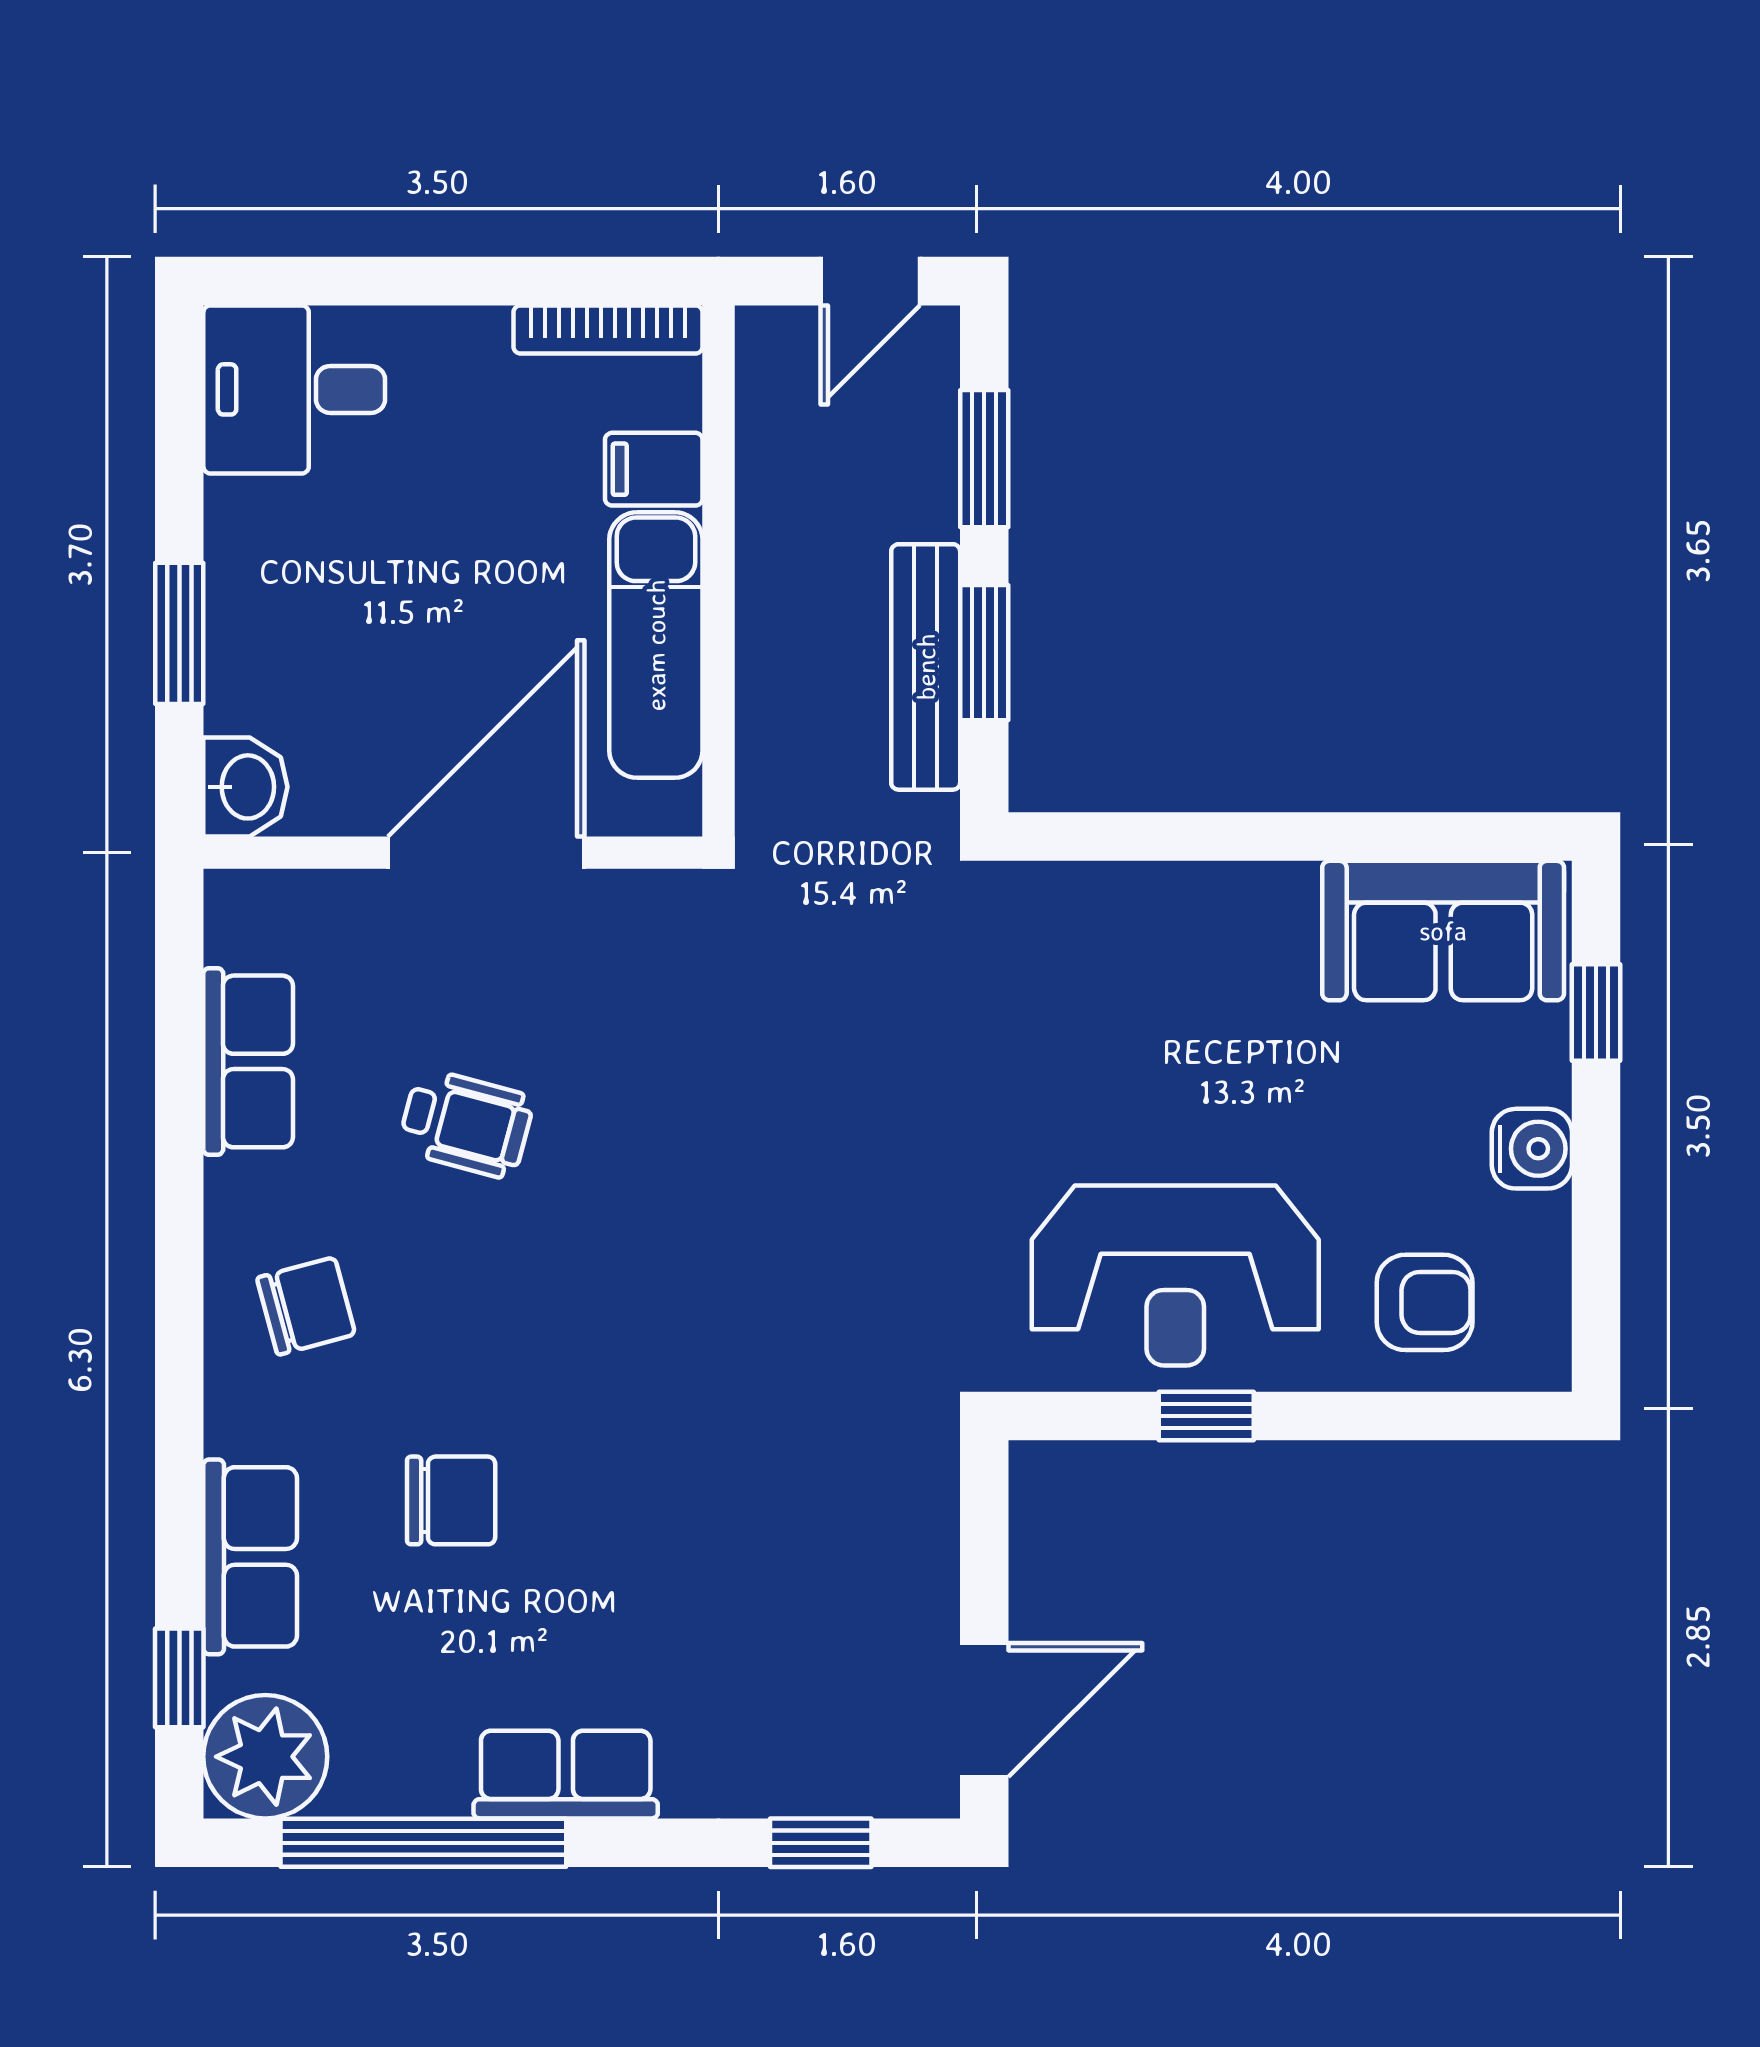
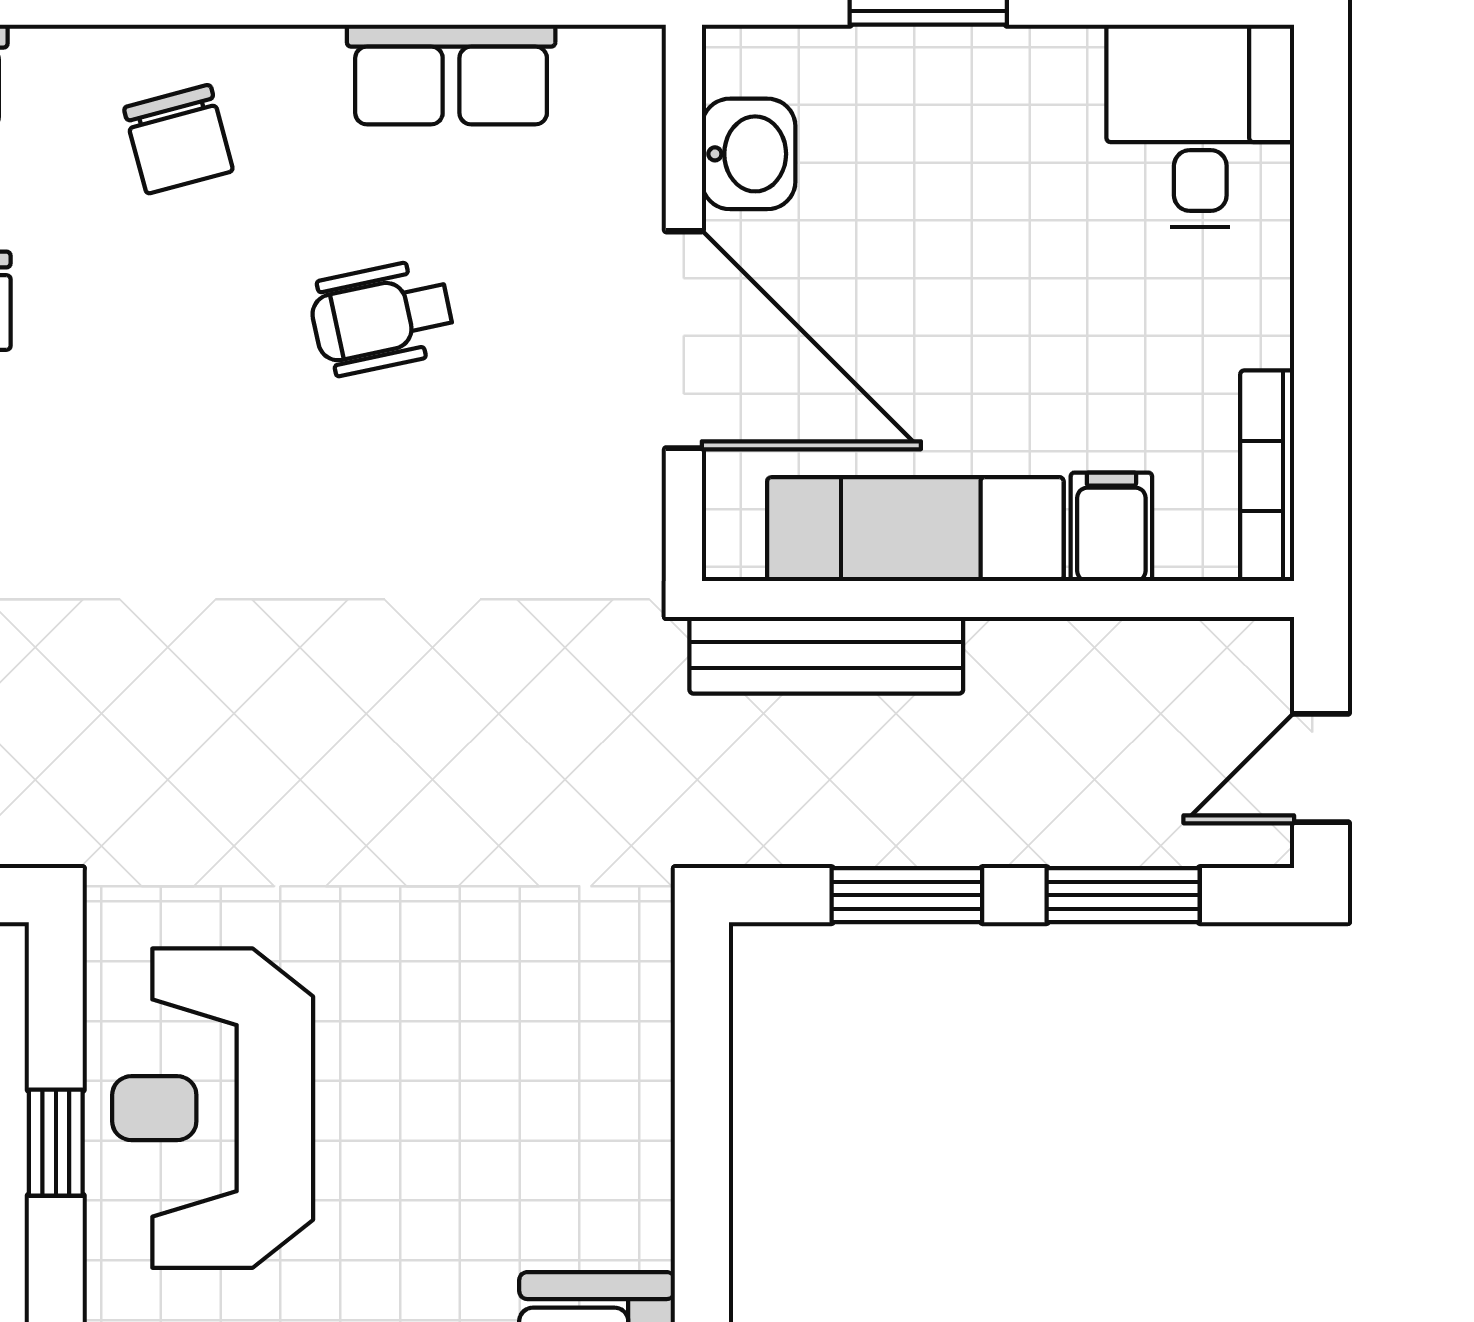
door: (870, 281) -> (1321, 768), hinge flipped
bench: (926, 667) -> (826, 655), moved
washbasin: (245, 787) -> (749, 154), moved, turned -90
wheelchair: (466, 1124) -> (382, 317), turned 63

